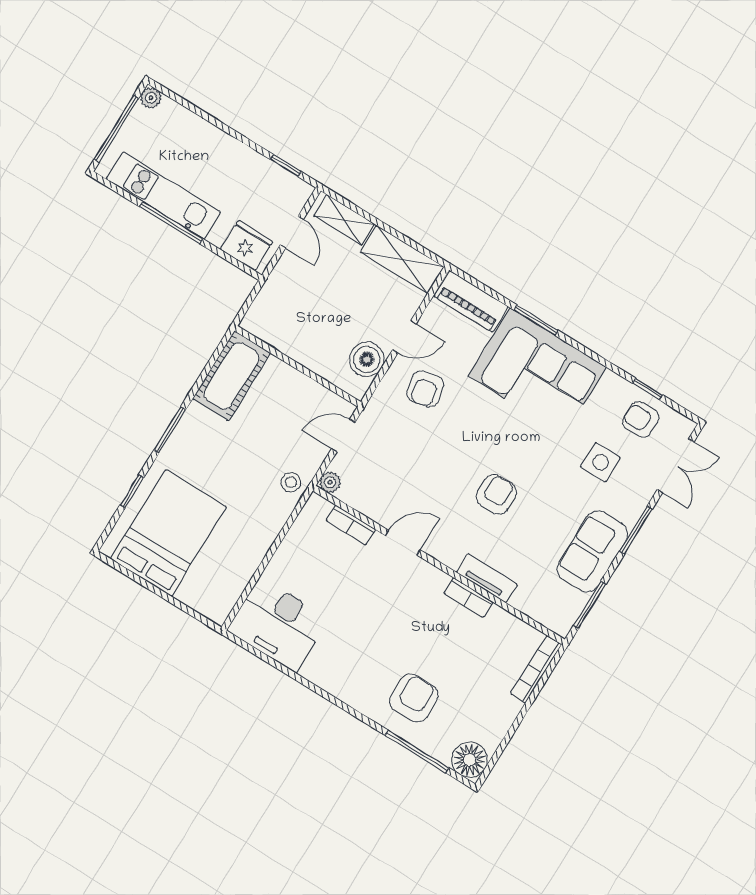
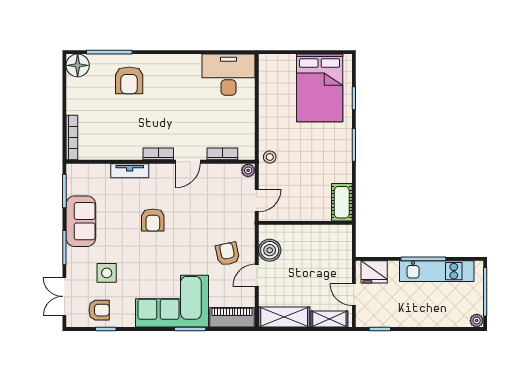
cot: (231, 376) -> (342, 202), width x0.73, depth x0.75
bookcase: (468, 598) -> (158, 154), moved

